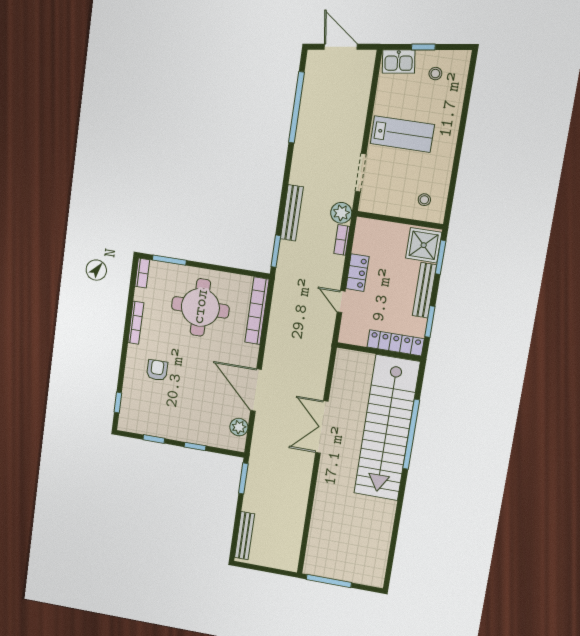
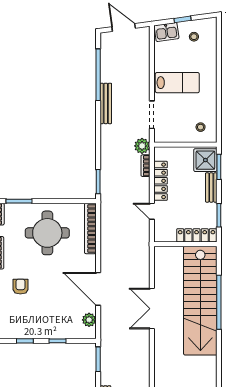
bench: (292, 213) -> (106, 103), moved
locker: (357, 273) -> (160, 181), width x1.53
bench: (424, 290) -> (211, 187), width x0.73

